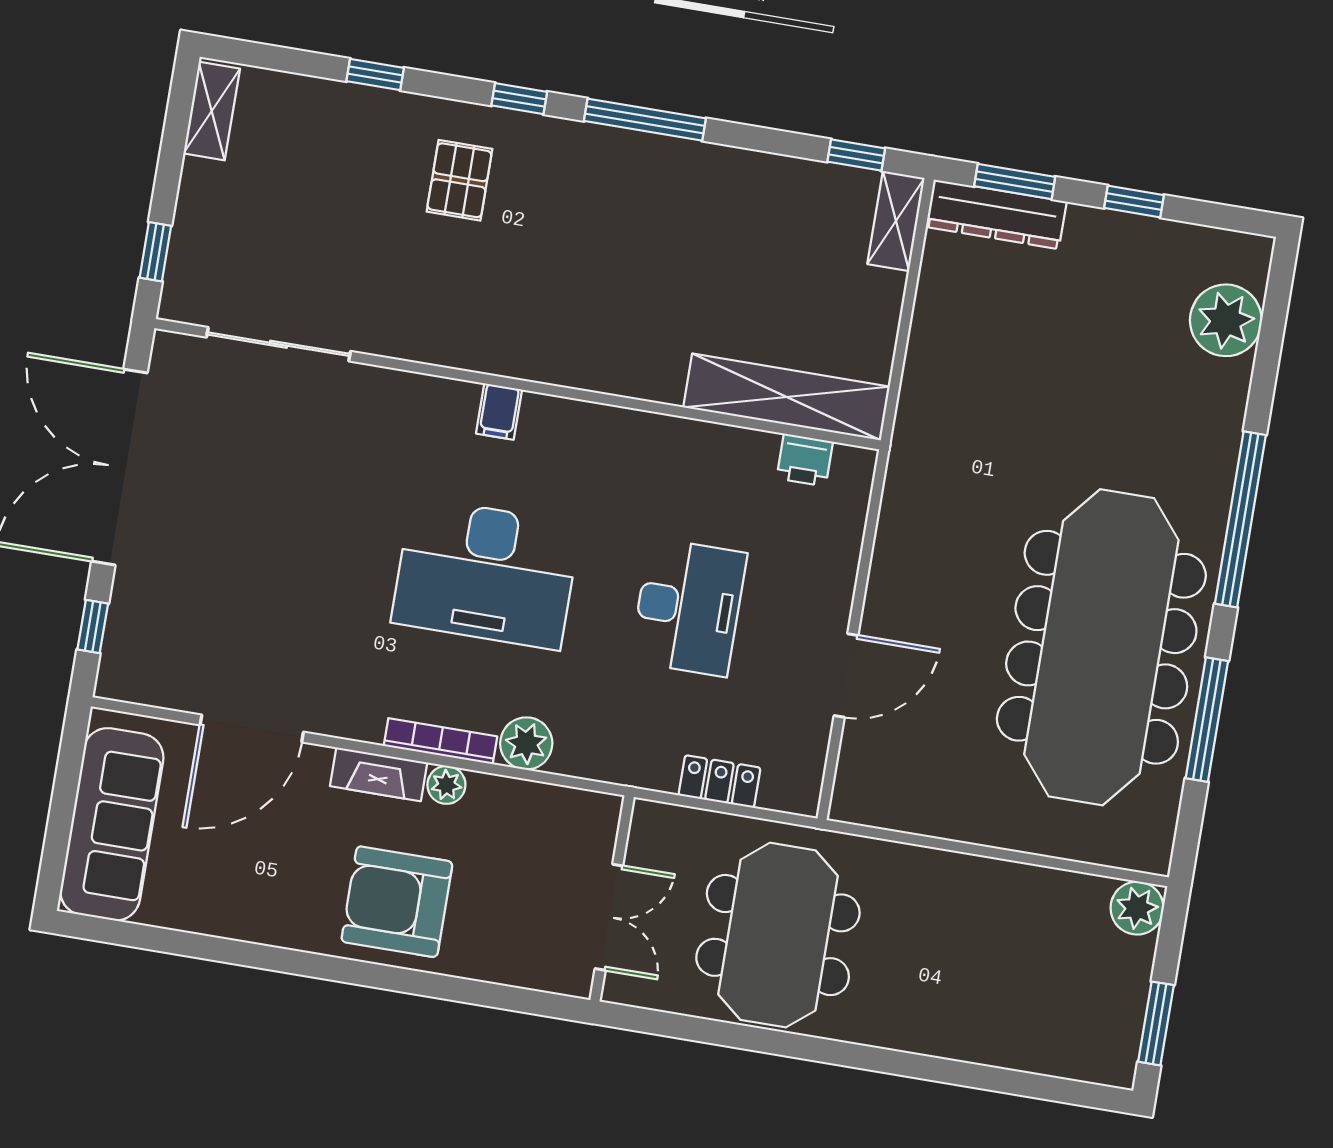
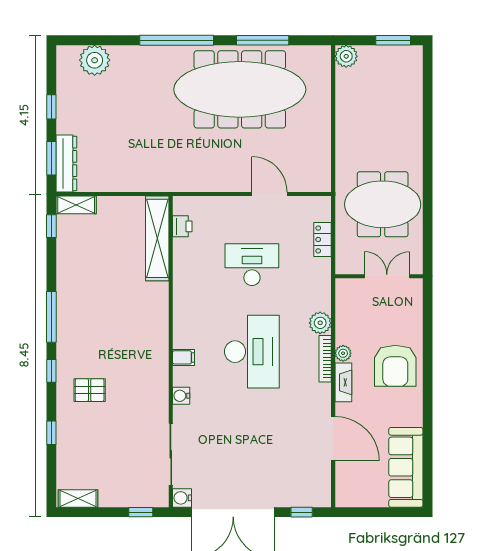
water cooler: (172, 354) -> (182, 498), added
water cooler: (411, 391) -> (181, 396), added
sofa: (112, 824) -> (406, 467), moved, turned -90

